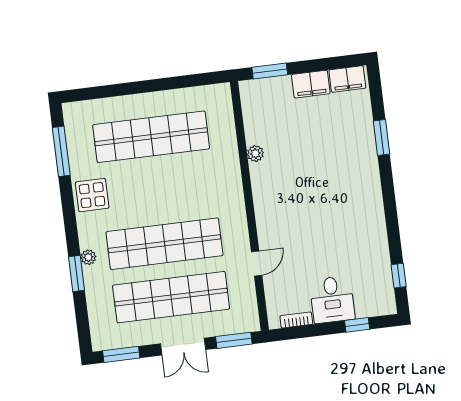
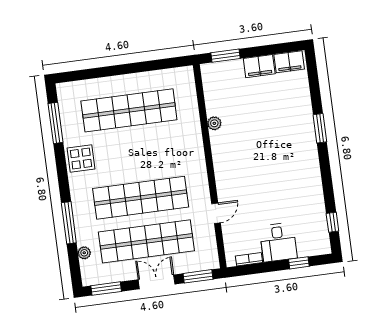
window: (381, 138) -> (320, 128), moved
plant: (88, 257) -> (84, 253), moved
window: (76, 274) -> (69, 223), width x1.44
double door: (183, 347) -> (157, 282), swing flipped

